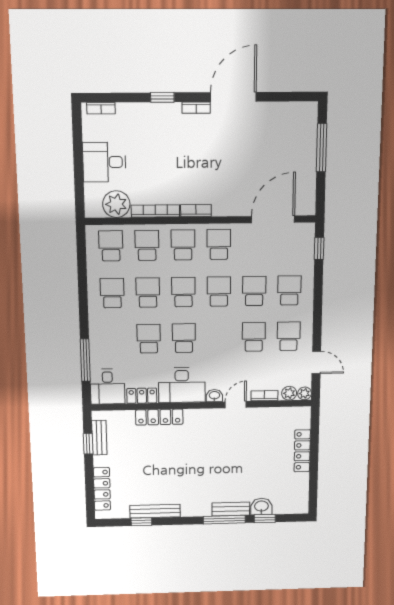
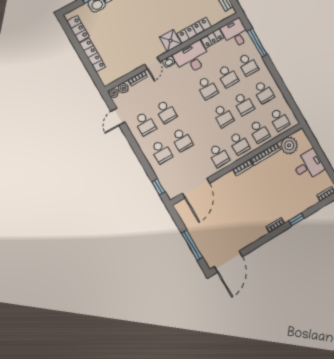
door: (233, 97) -> (228, 262), moved
school desk: (219, 292) -> (248, 64), moved
door: (316, 362) -> (118, 117), hinge flipped
shower: (197, 420) -> (170, 41), added
locker: (301, 489) -> (78, 29), added

